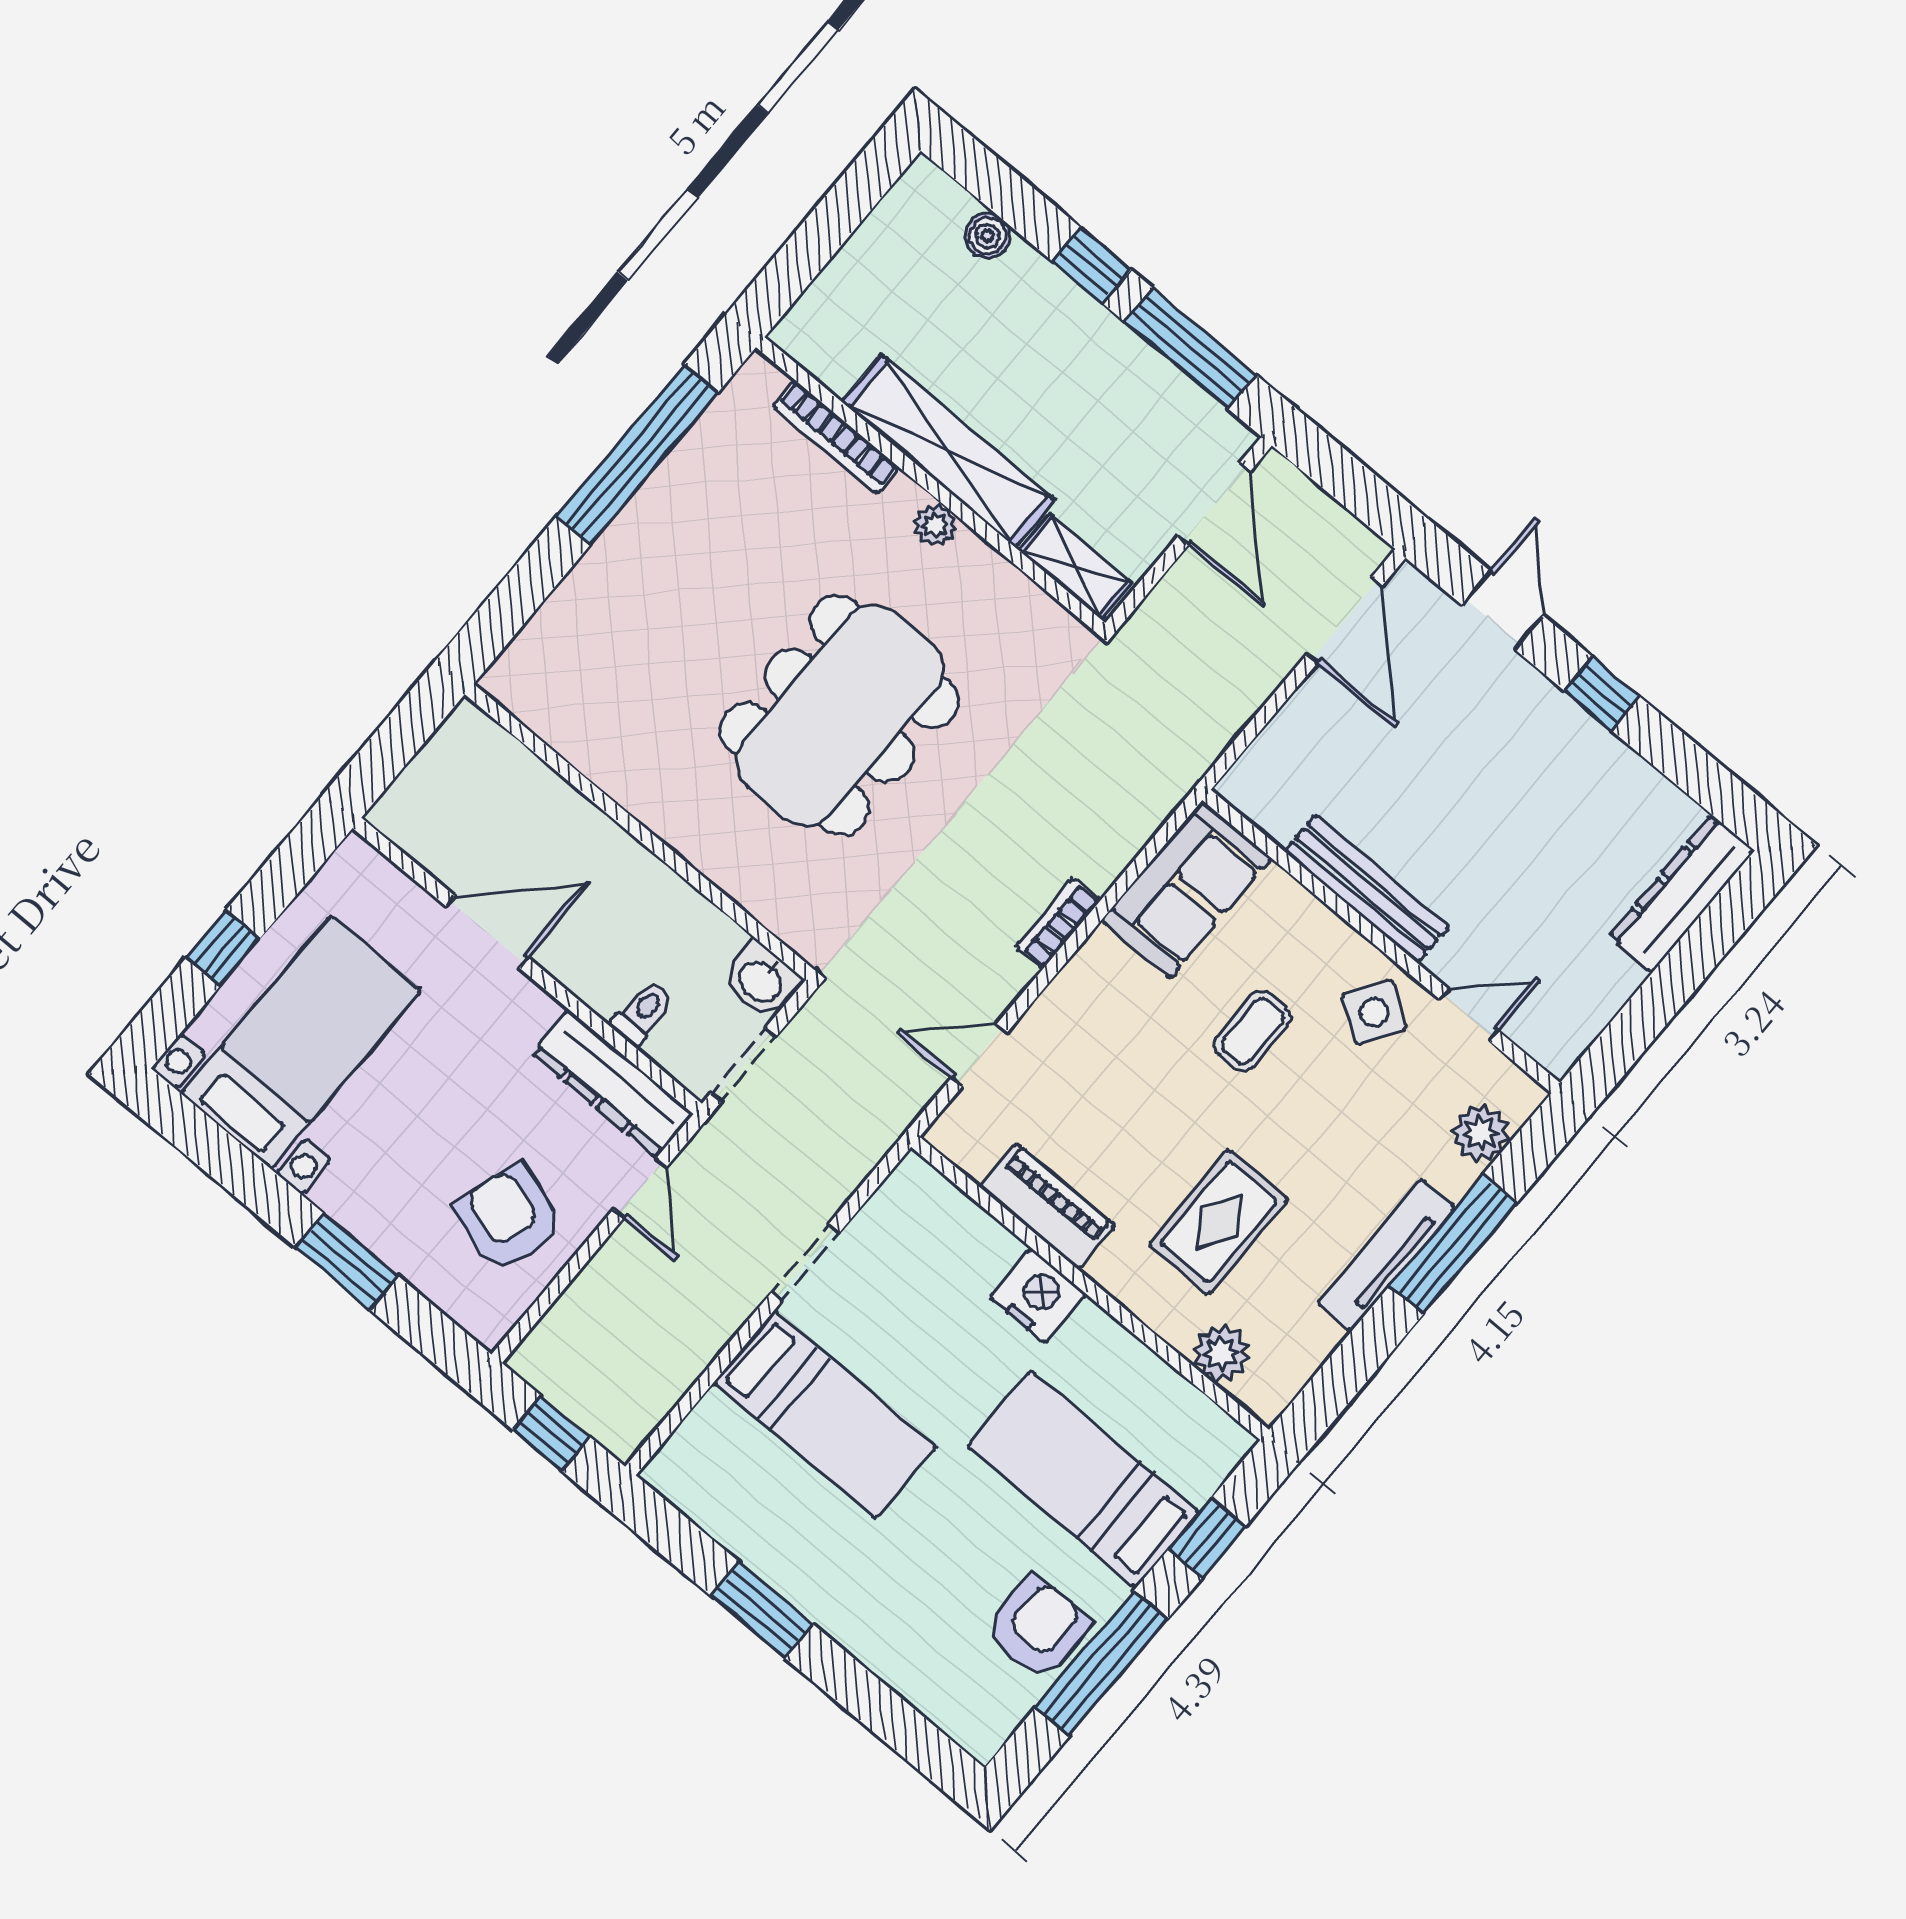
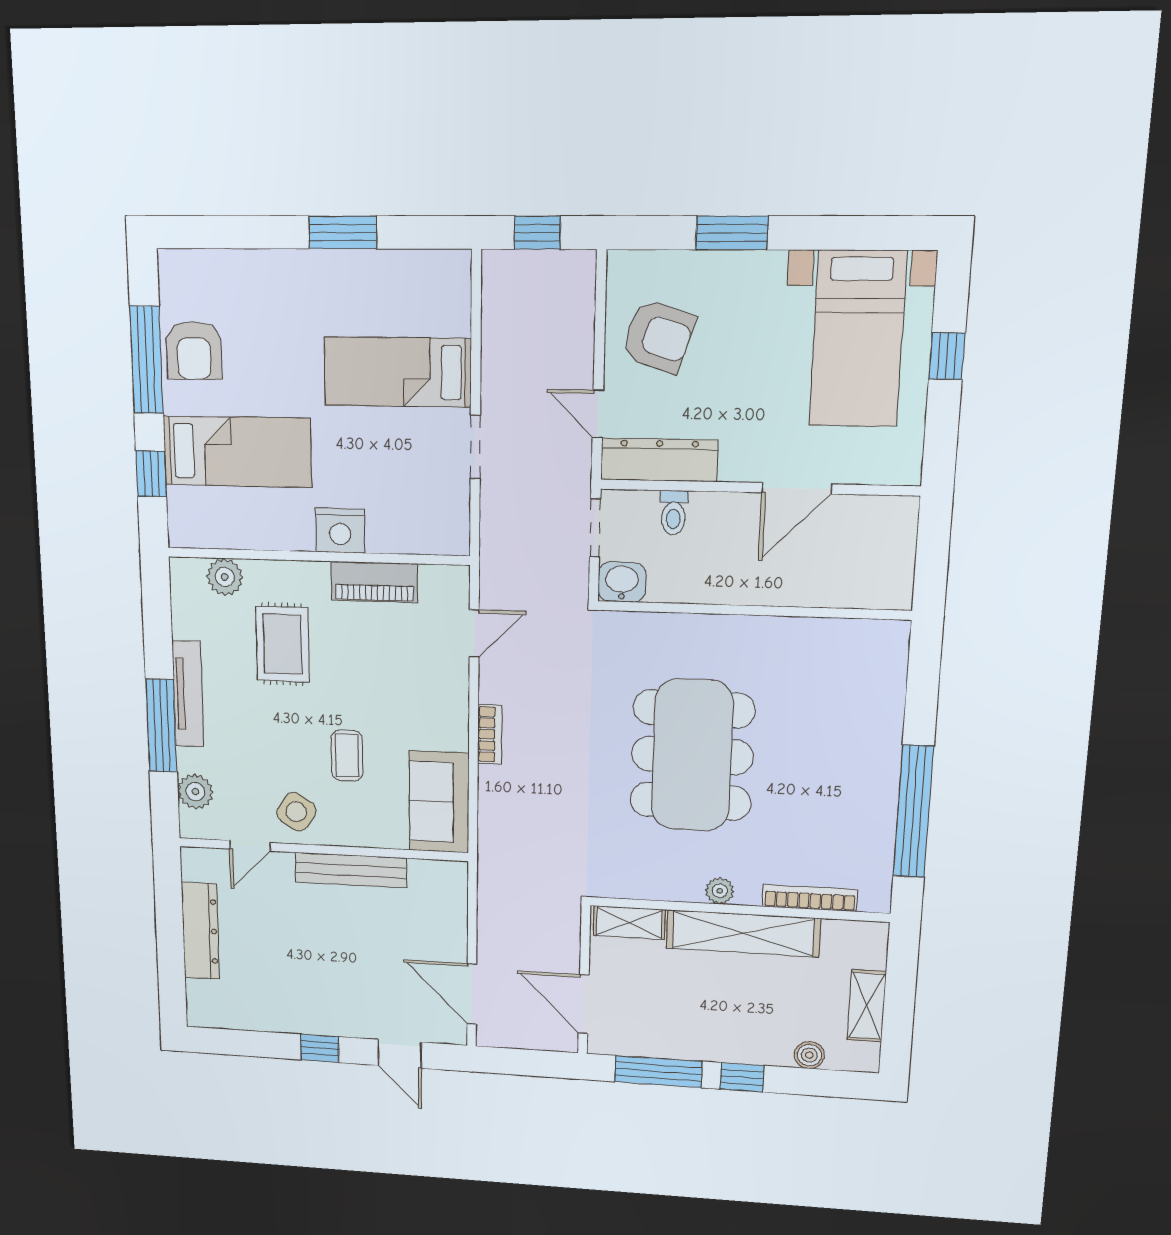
shelving: (871, 250) -> (867, 1006), added
dresser: (1682, 894) -> (200, 931), moved

